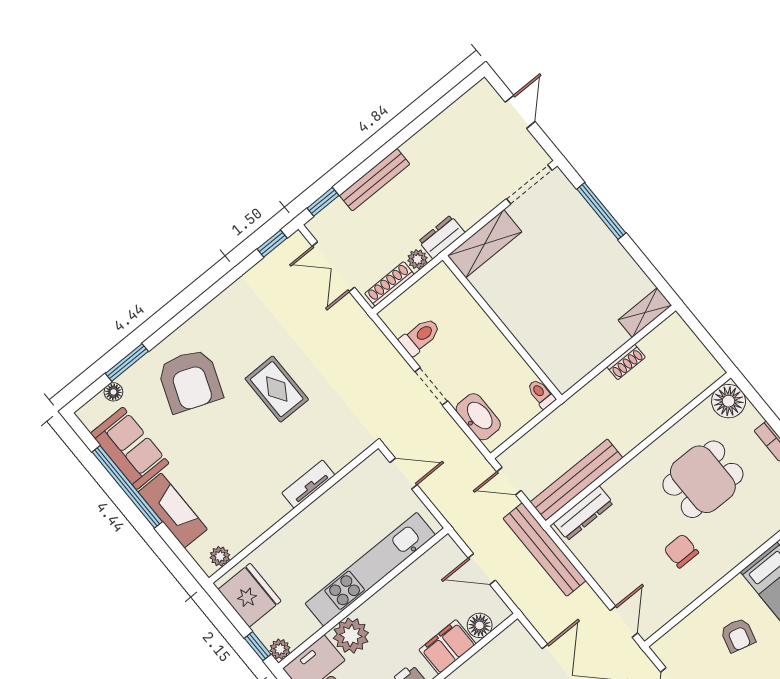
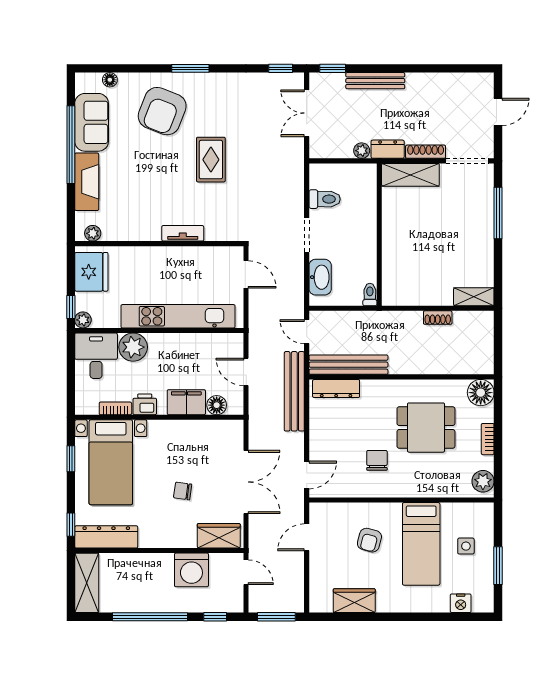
shoe rack: (389, 284) -> (426, 152), moved
window: (127, 362) -> (190, 68), moved

